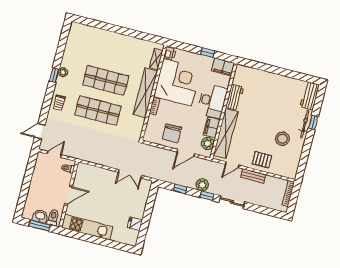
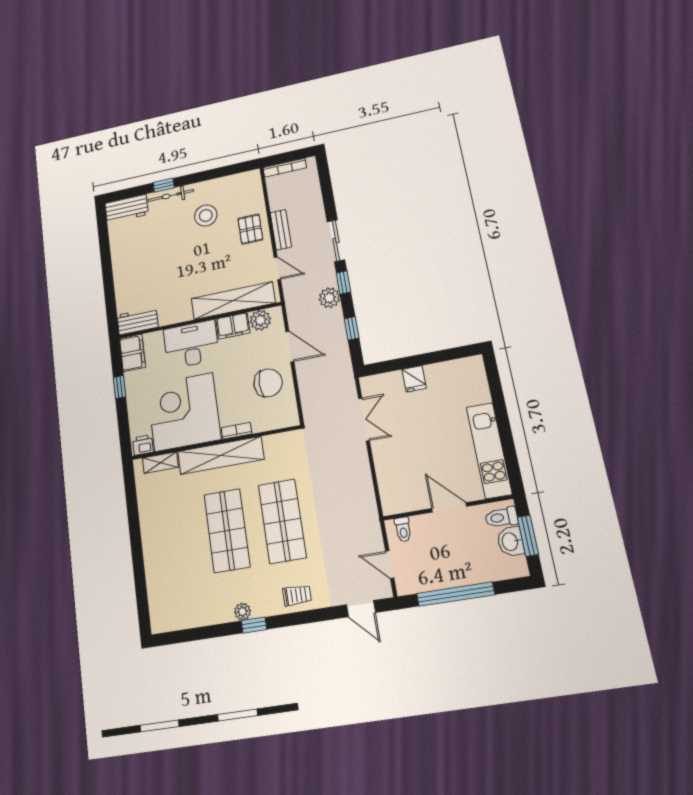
workbench: (235, 97) -> (138, 321), moved
window: (27, 179) -> (456, 594), added
fridge: (135, 224) -> (414, 379), moved

